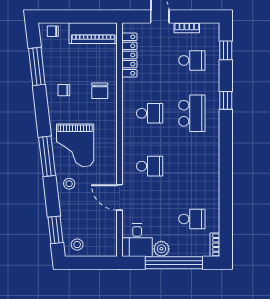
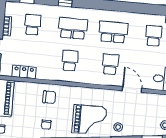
locker: (129, 55) -> (24, 72), width x0.66
school desk: (192, 166) -> (113, 32), added
door: (120, 197) -> (132, 89), swing flipped

